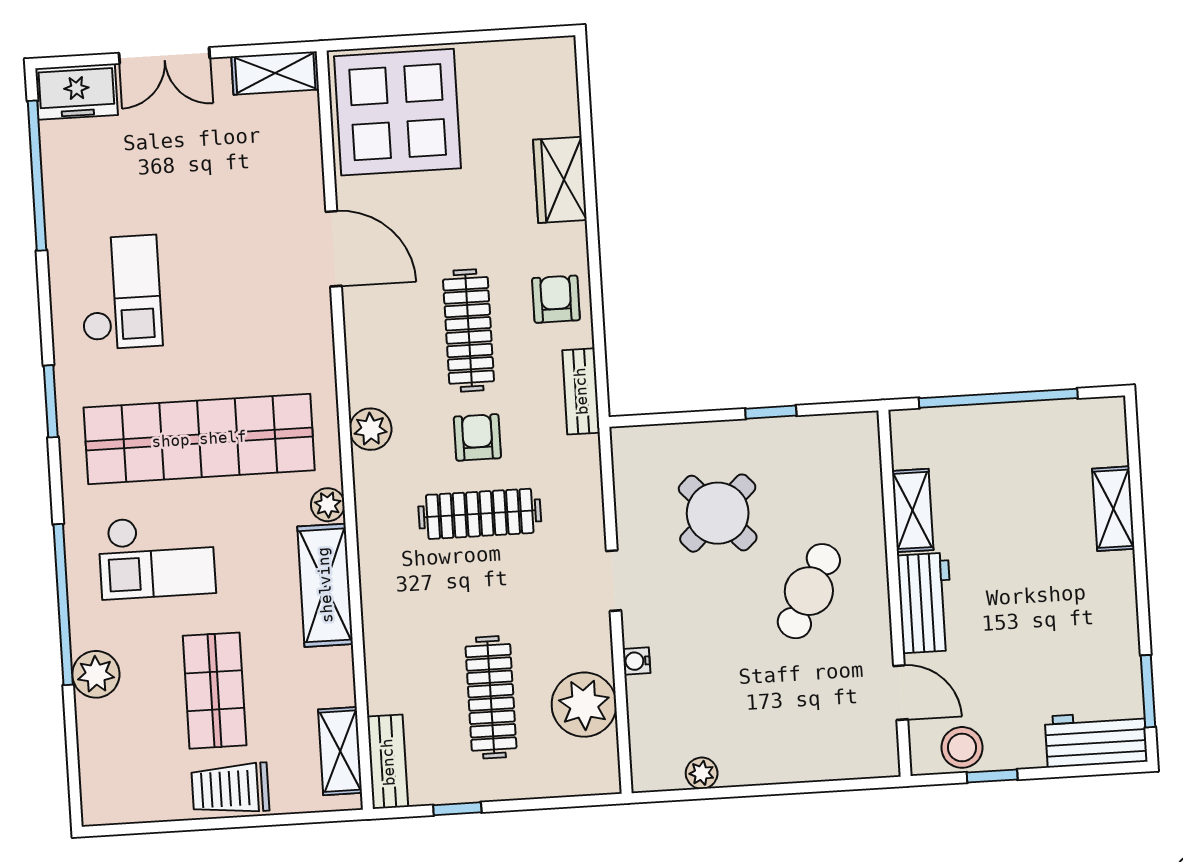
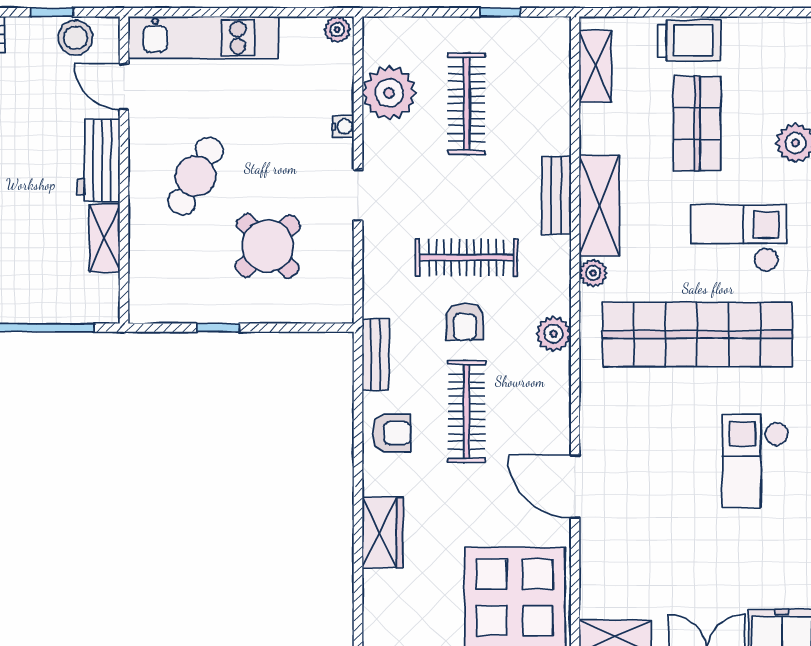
armchair: (556, 299) -> (392, 433), turned -90
kitchen unit: (810, 757) -> (203, 38), added
bench: (388, 762) -> (556, 195), moved
plant: (702, 773) -> (337, 30), moved

